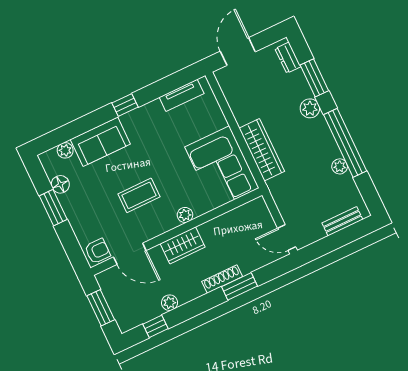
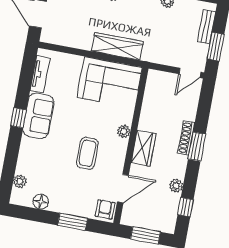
sofa: (100, 142) -> (38, 116), moved
window: (53, 208) -> (73, 222), moved
window: (330, 244) -> (216, 47), added
window: (240, 286) -> (197, 147), moved

